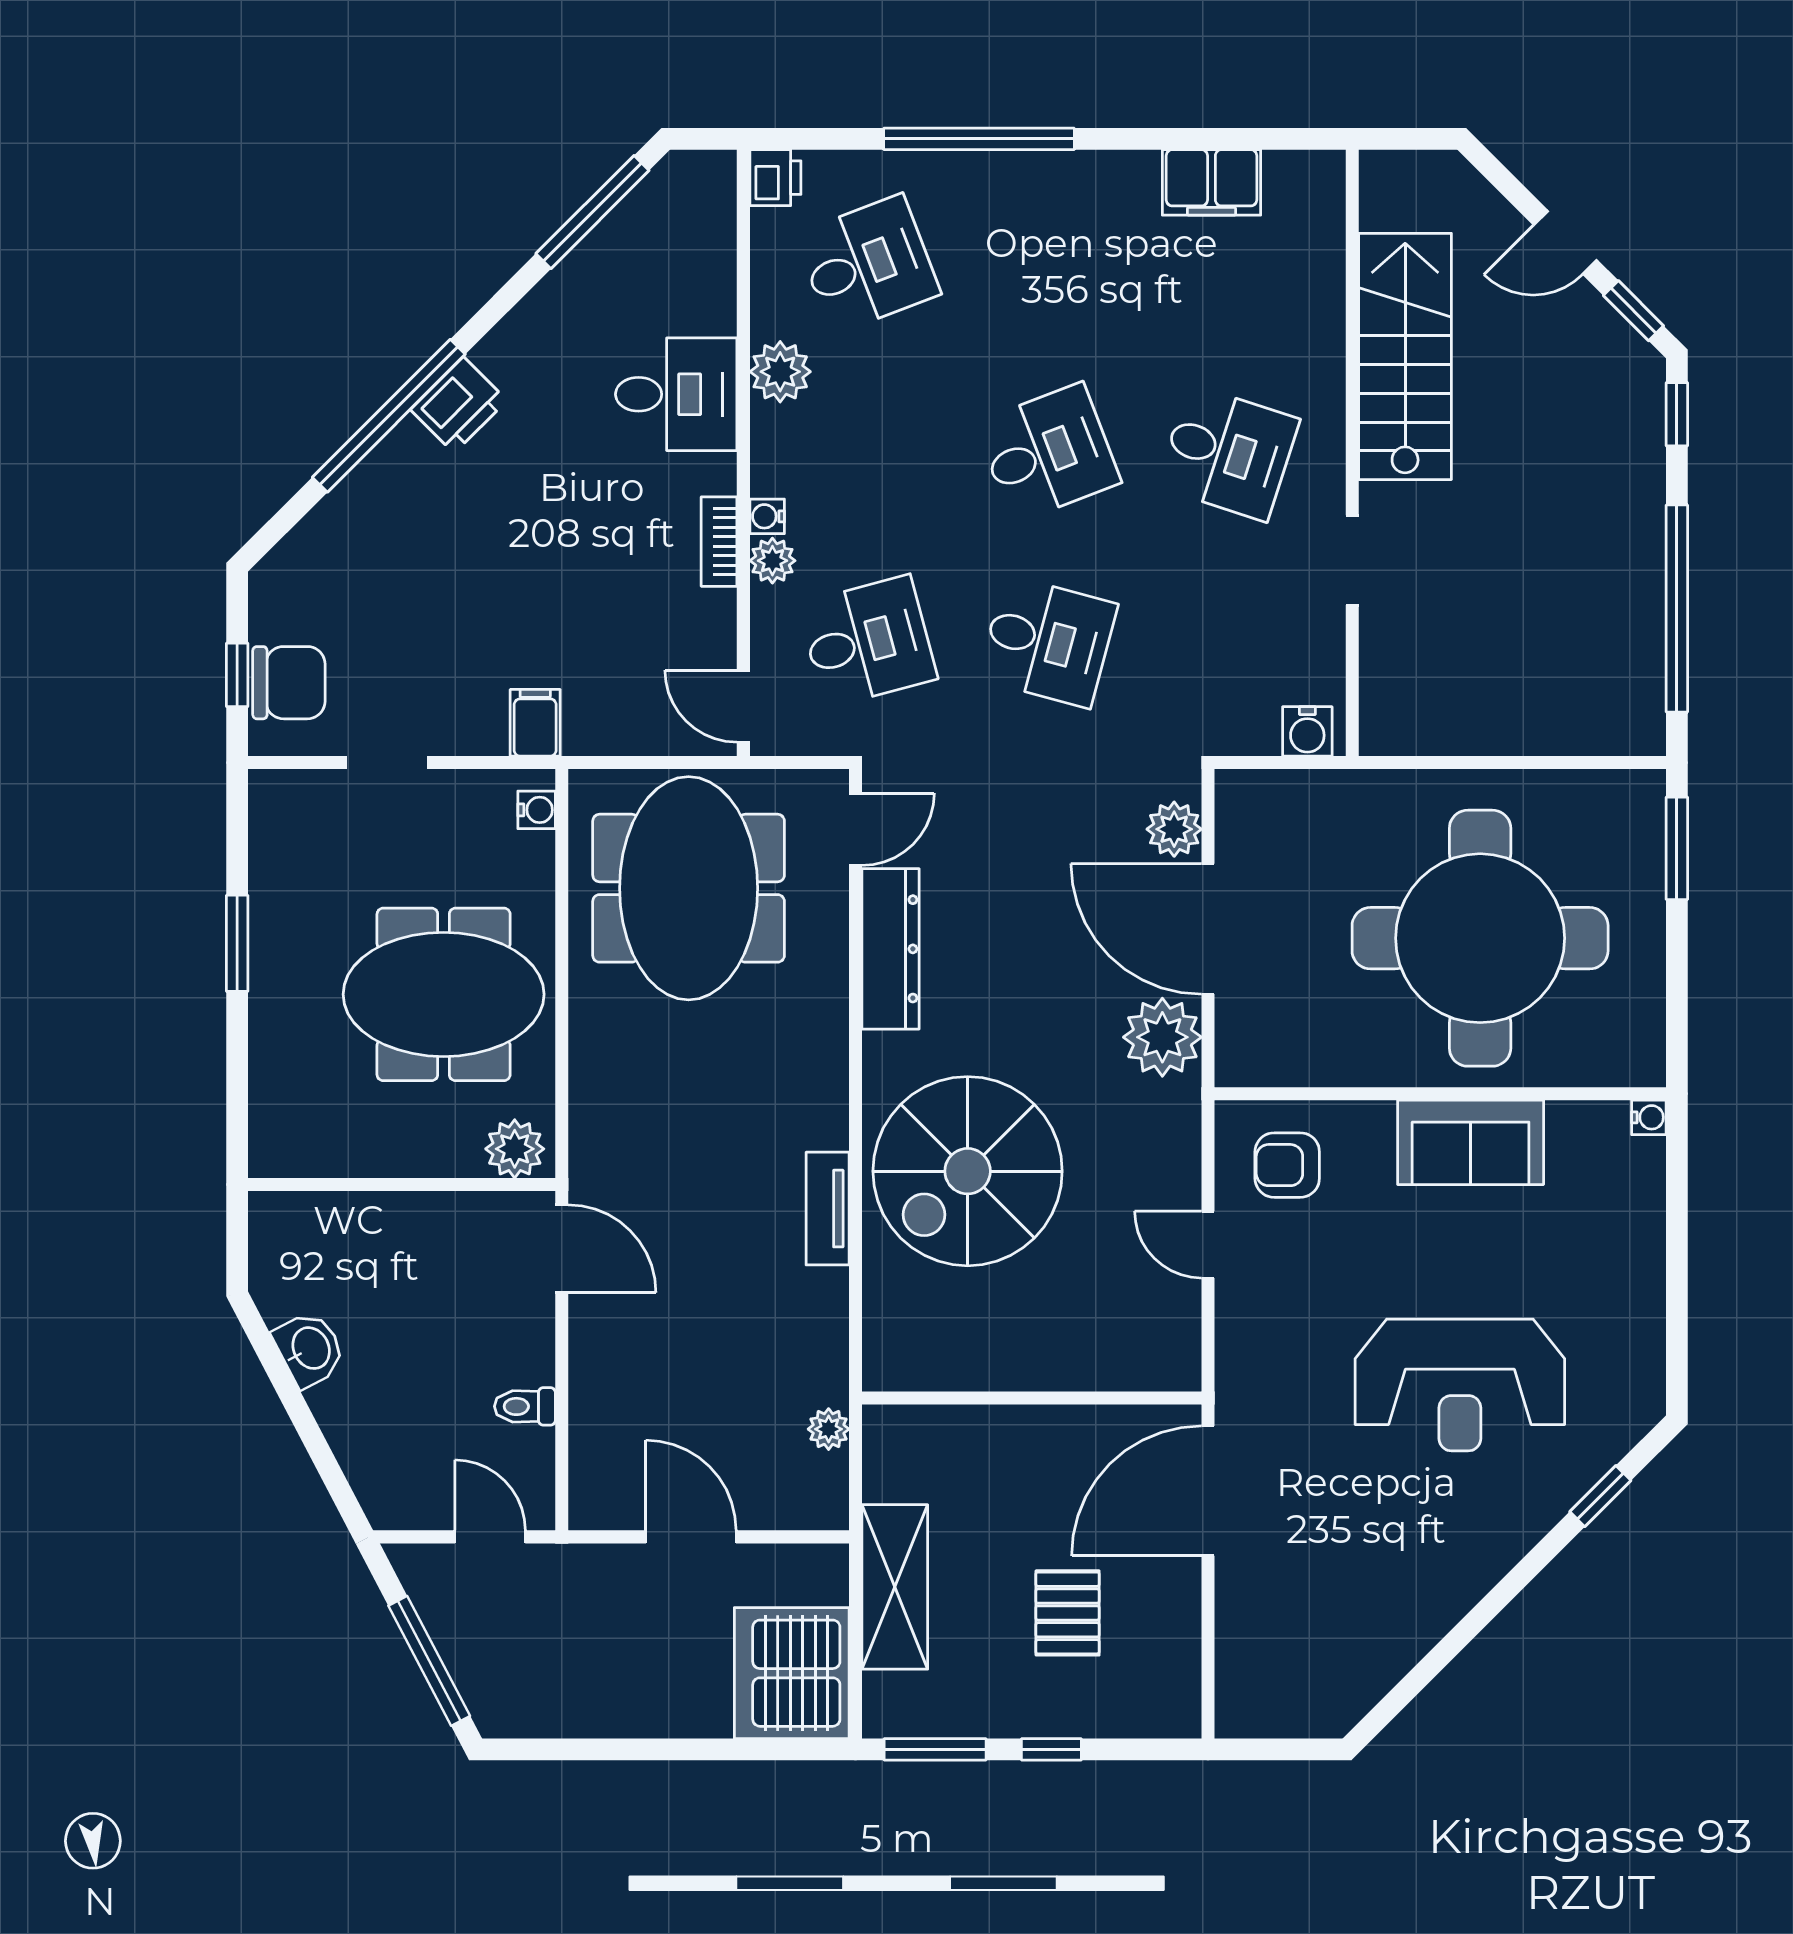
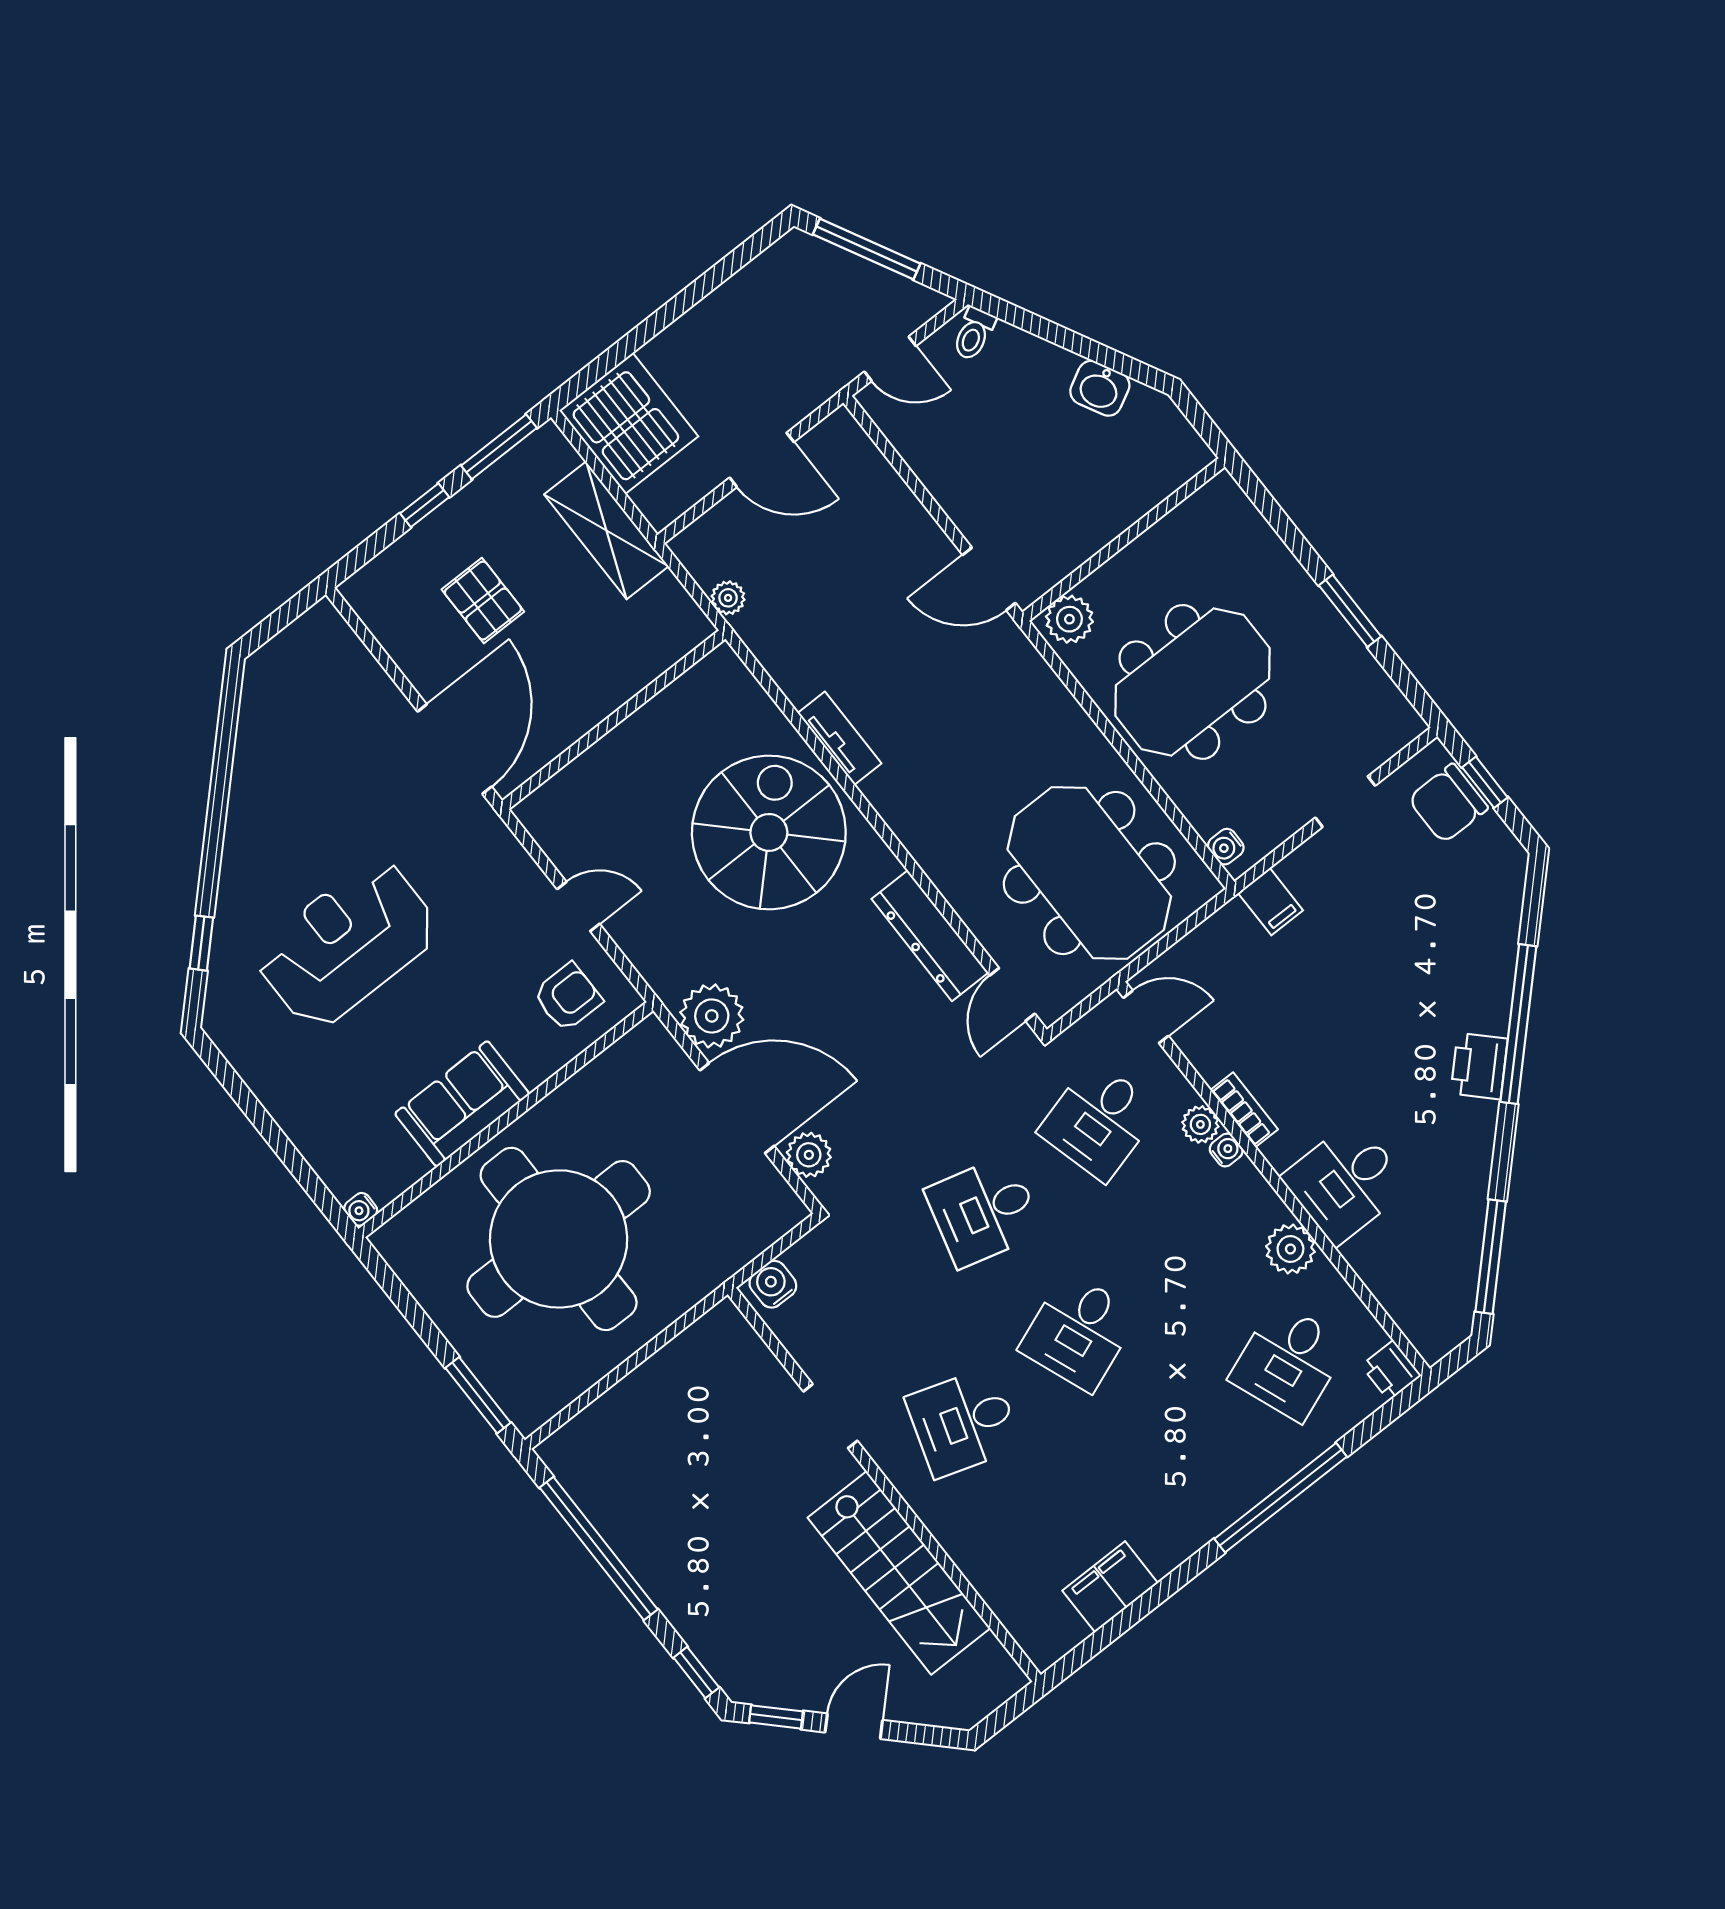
toilet: (525, 1406) -> (974, 334), moved, turned 152

